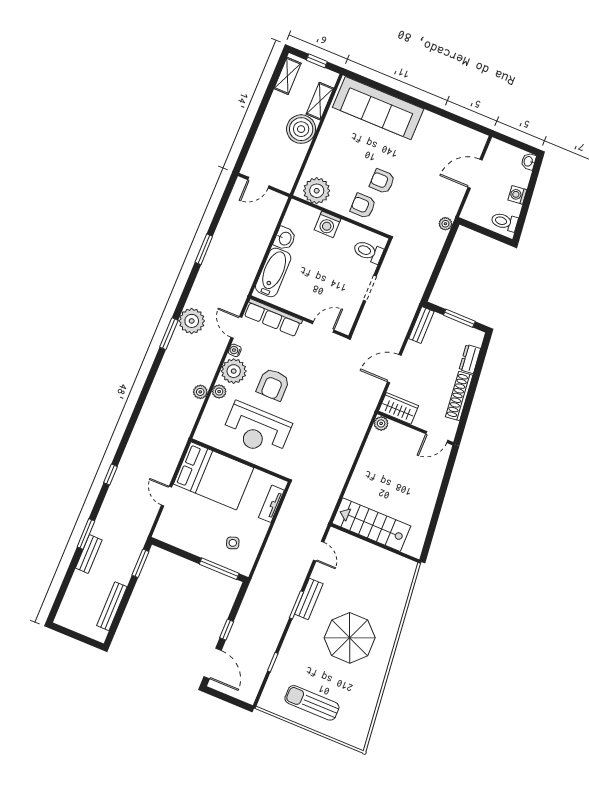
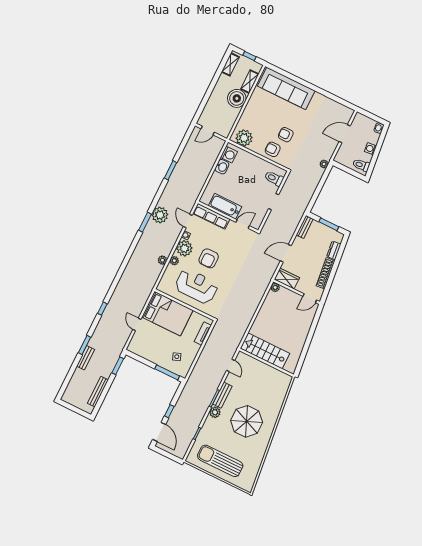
washing machine: (327, 224) -> (229, 155), moved, turned -90
bathtub: (273, 272) -> (225, 206), moved, turned -90
reception desk: (257, 430) -> (196, 286), turned 180
plant: (299, 627) -> (215, 412), added
sun lounger: (312, 703) -> (220, 461), width x1.36, depth x1.34

